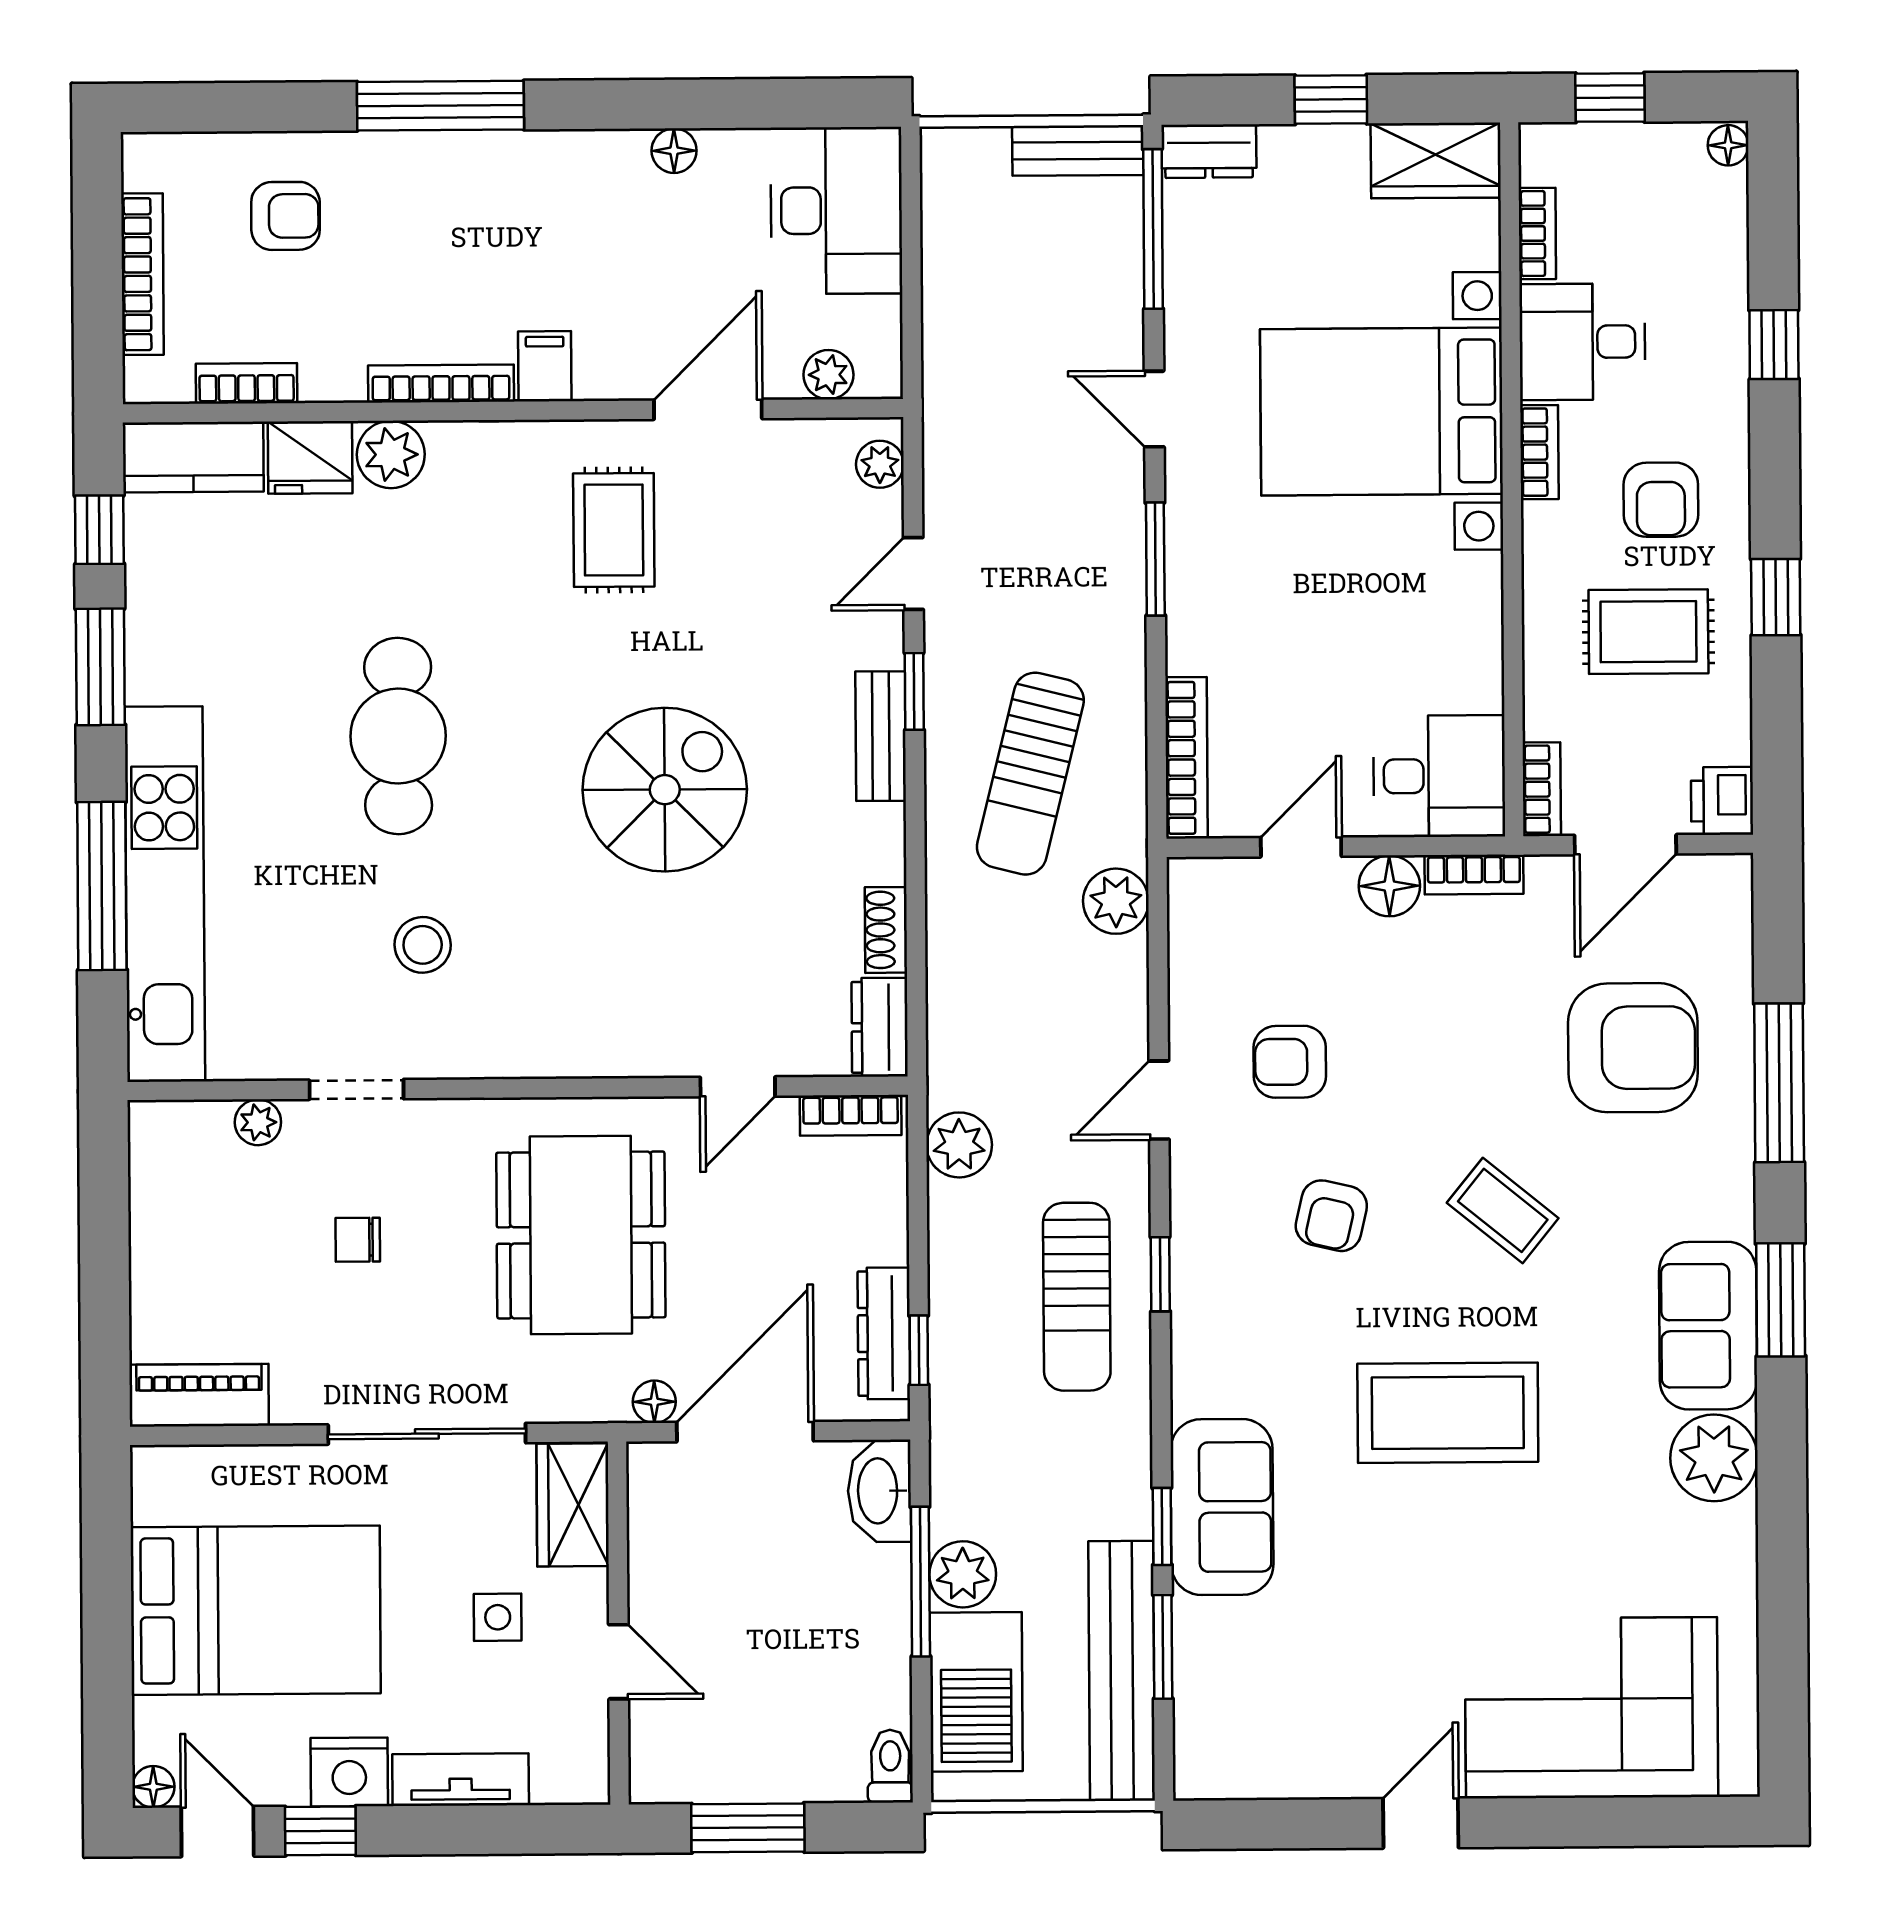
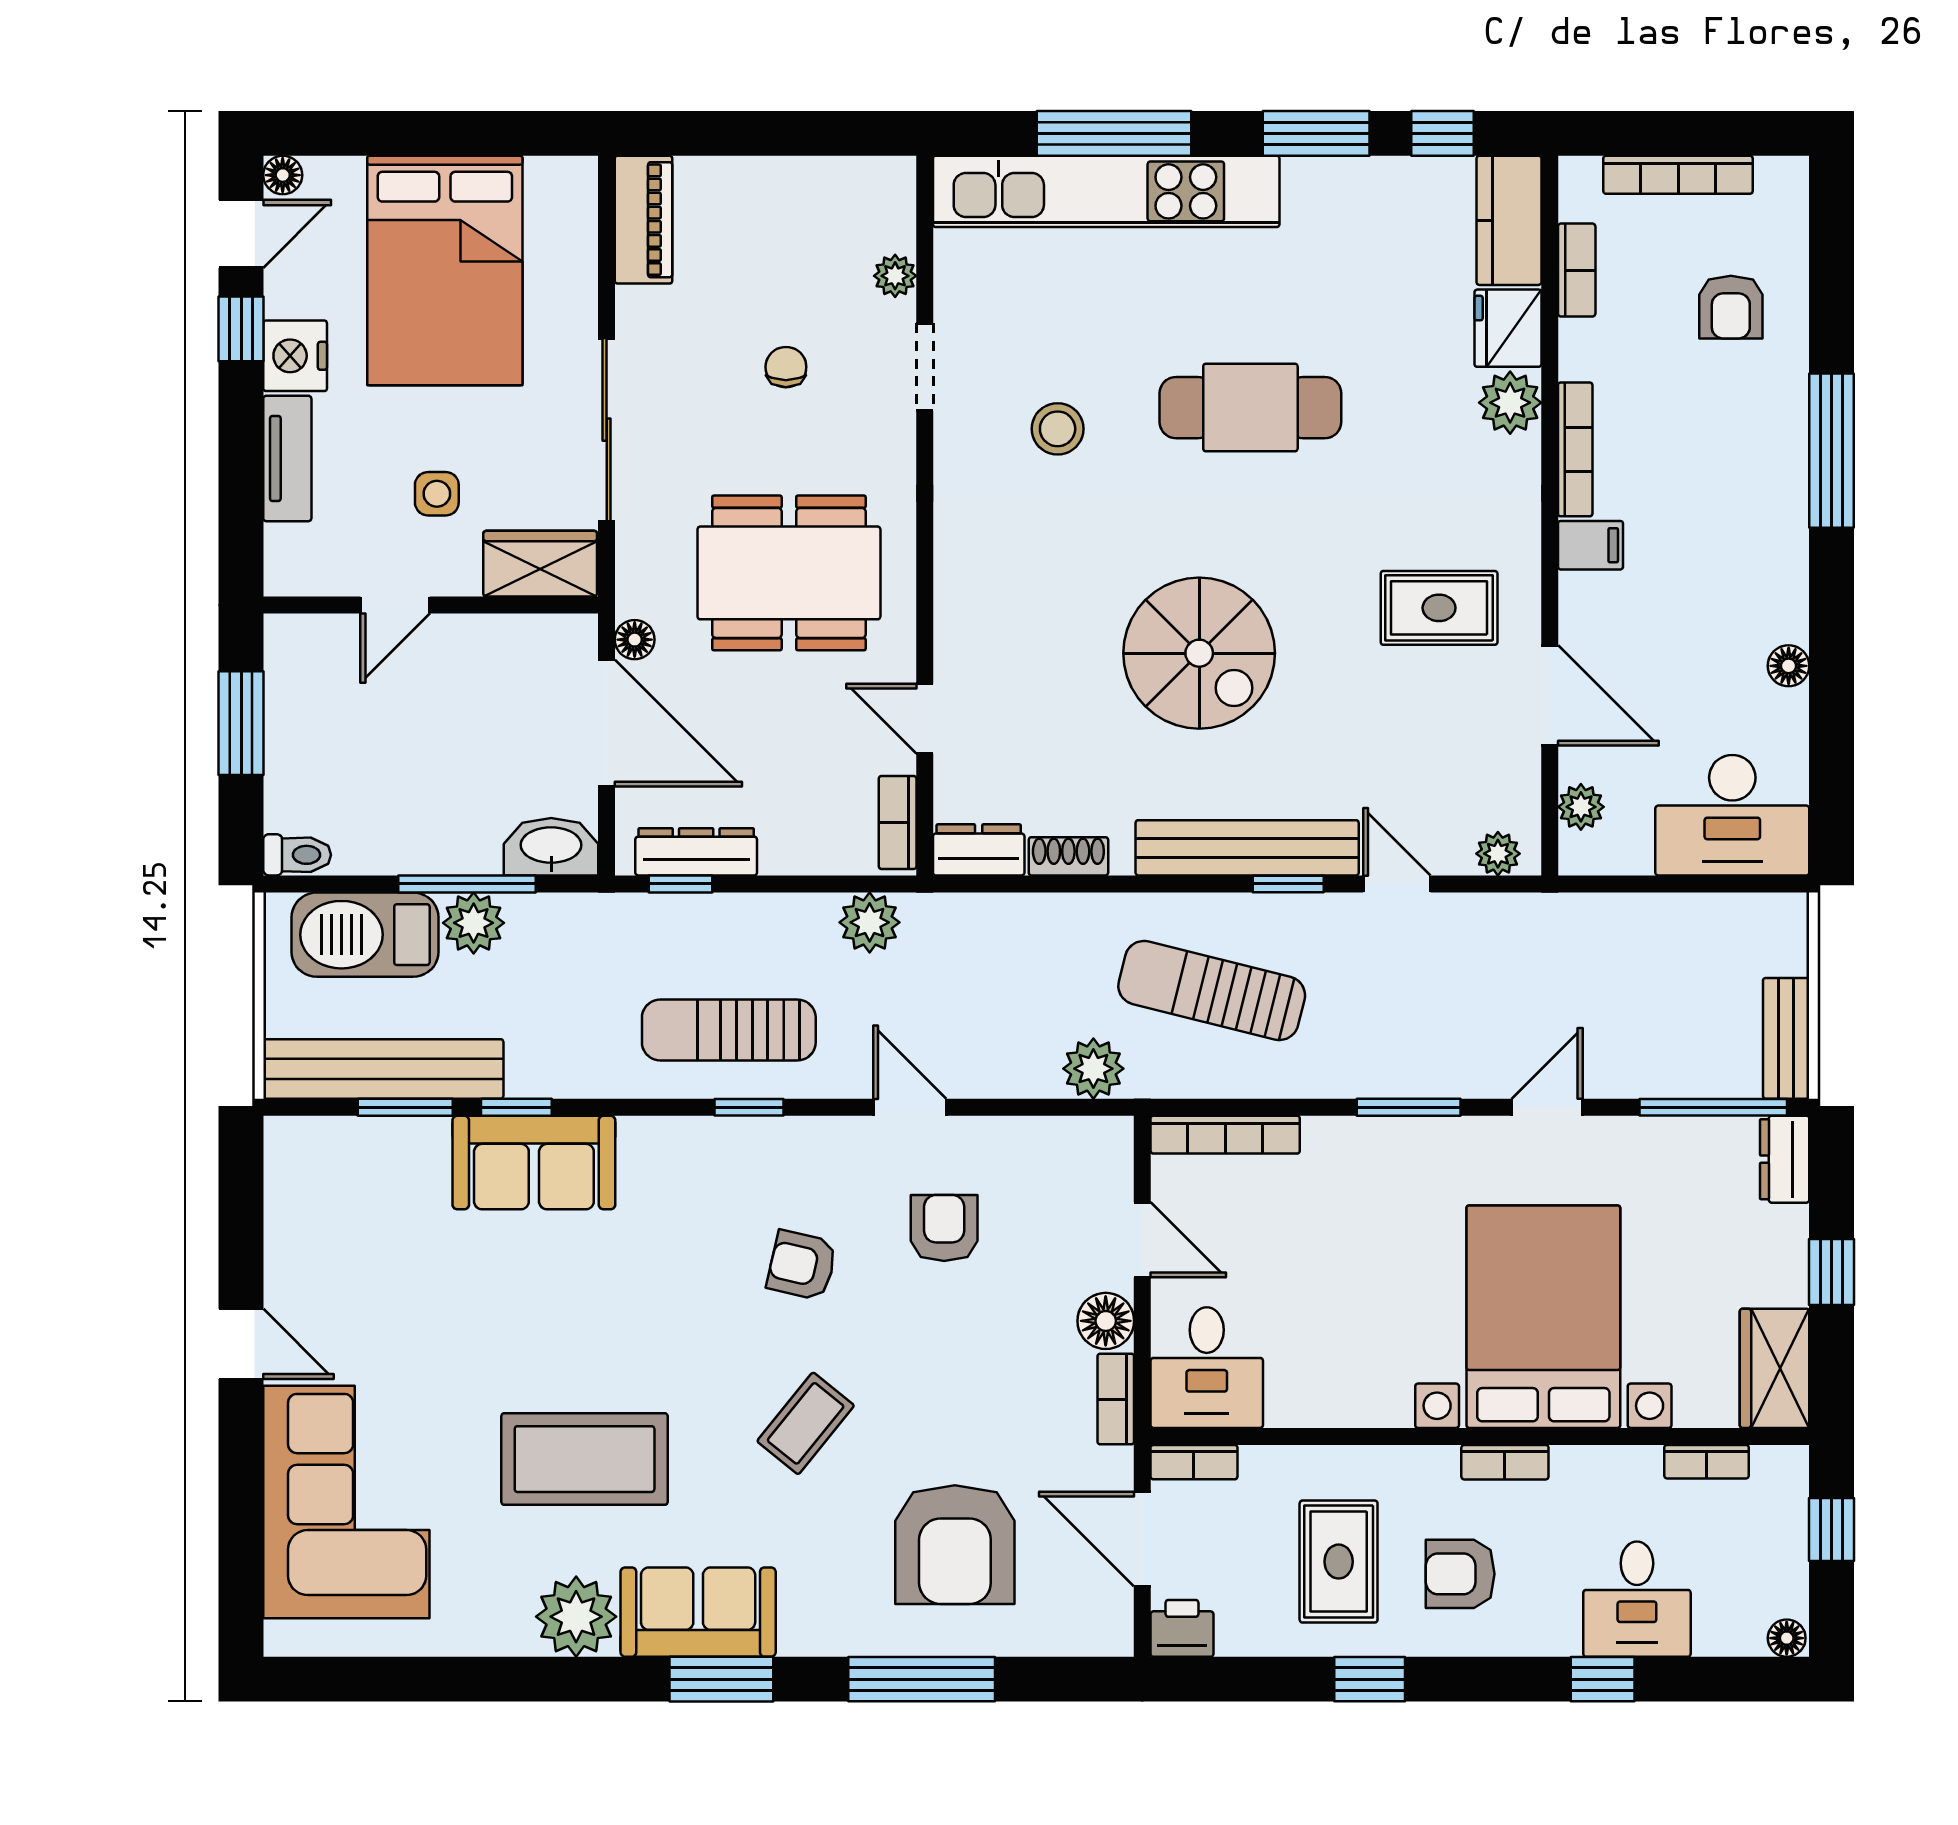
desk: (1582, 342) -> (1637, 1599), moved, turned 180
bench: (881, 736) -> (1247, 848), width x1.86, depth x1.21
coffee table: (1448, 1413) -> (585, 1459), moved, turned 90

